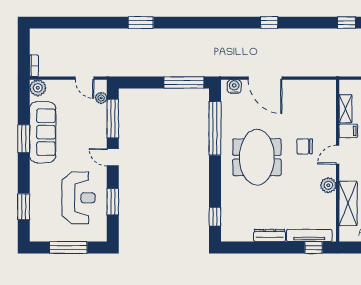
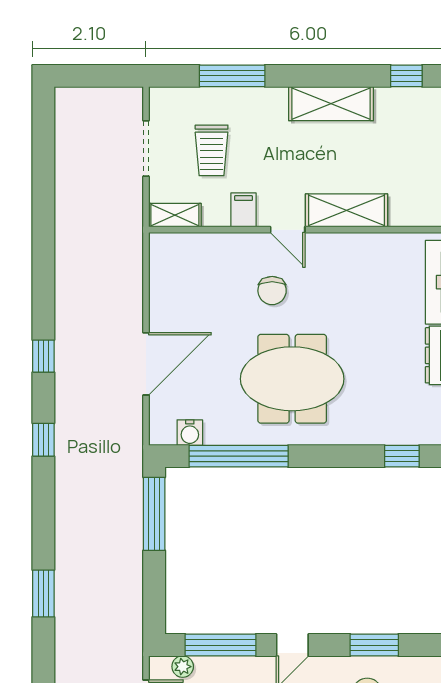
window: (347, 23) -> (43, 440), moved
water cooler: (234, 86) -> (190, 433), moved, turned -90
shelving: (345, 109) -> (175, 215), moved
plant: (328, 185) -> (344, 247), removed
shelving: (348, 203) -> (347, 210), moved

